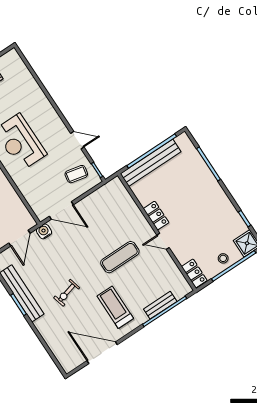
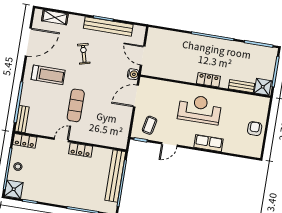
row of seats: (43, 106) -> (209, 143), added
bench: (160, 305) -> (22, 119), moved
shelving: (58, 349) -> (55, 17), added

